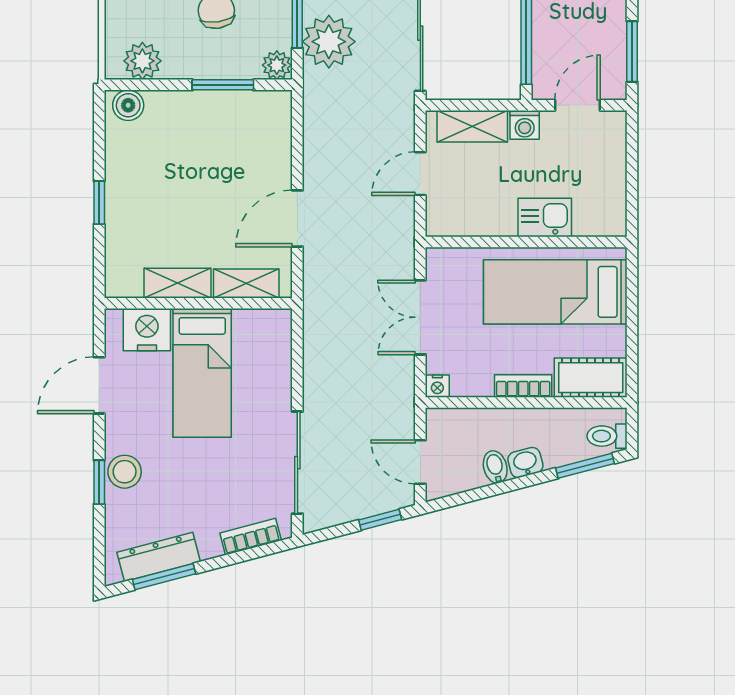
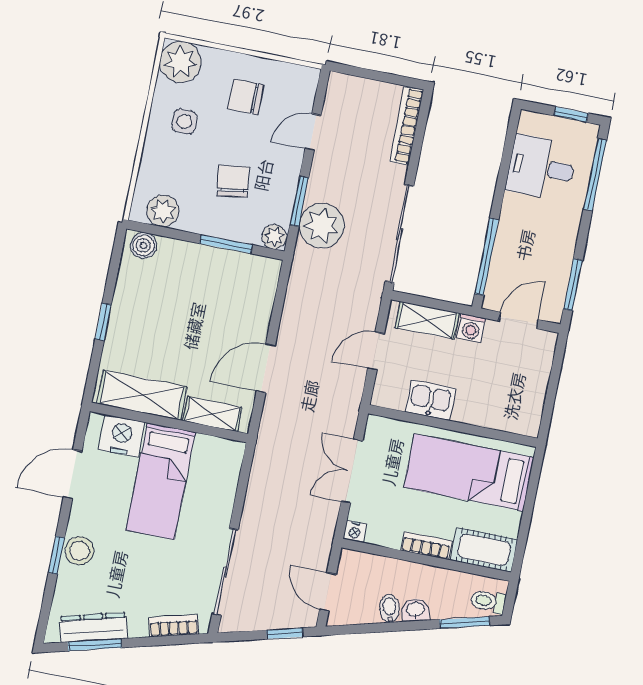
kitchen sink: (545, 217) -> (430, 400), moved
shelving: (177, 283) -> (142, 395), width x1.50, depth x1.33

